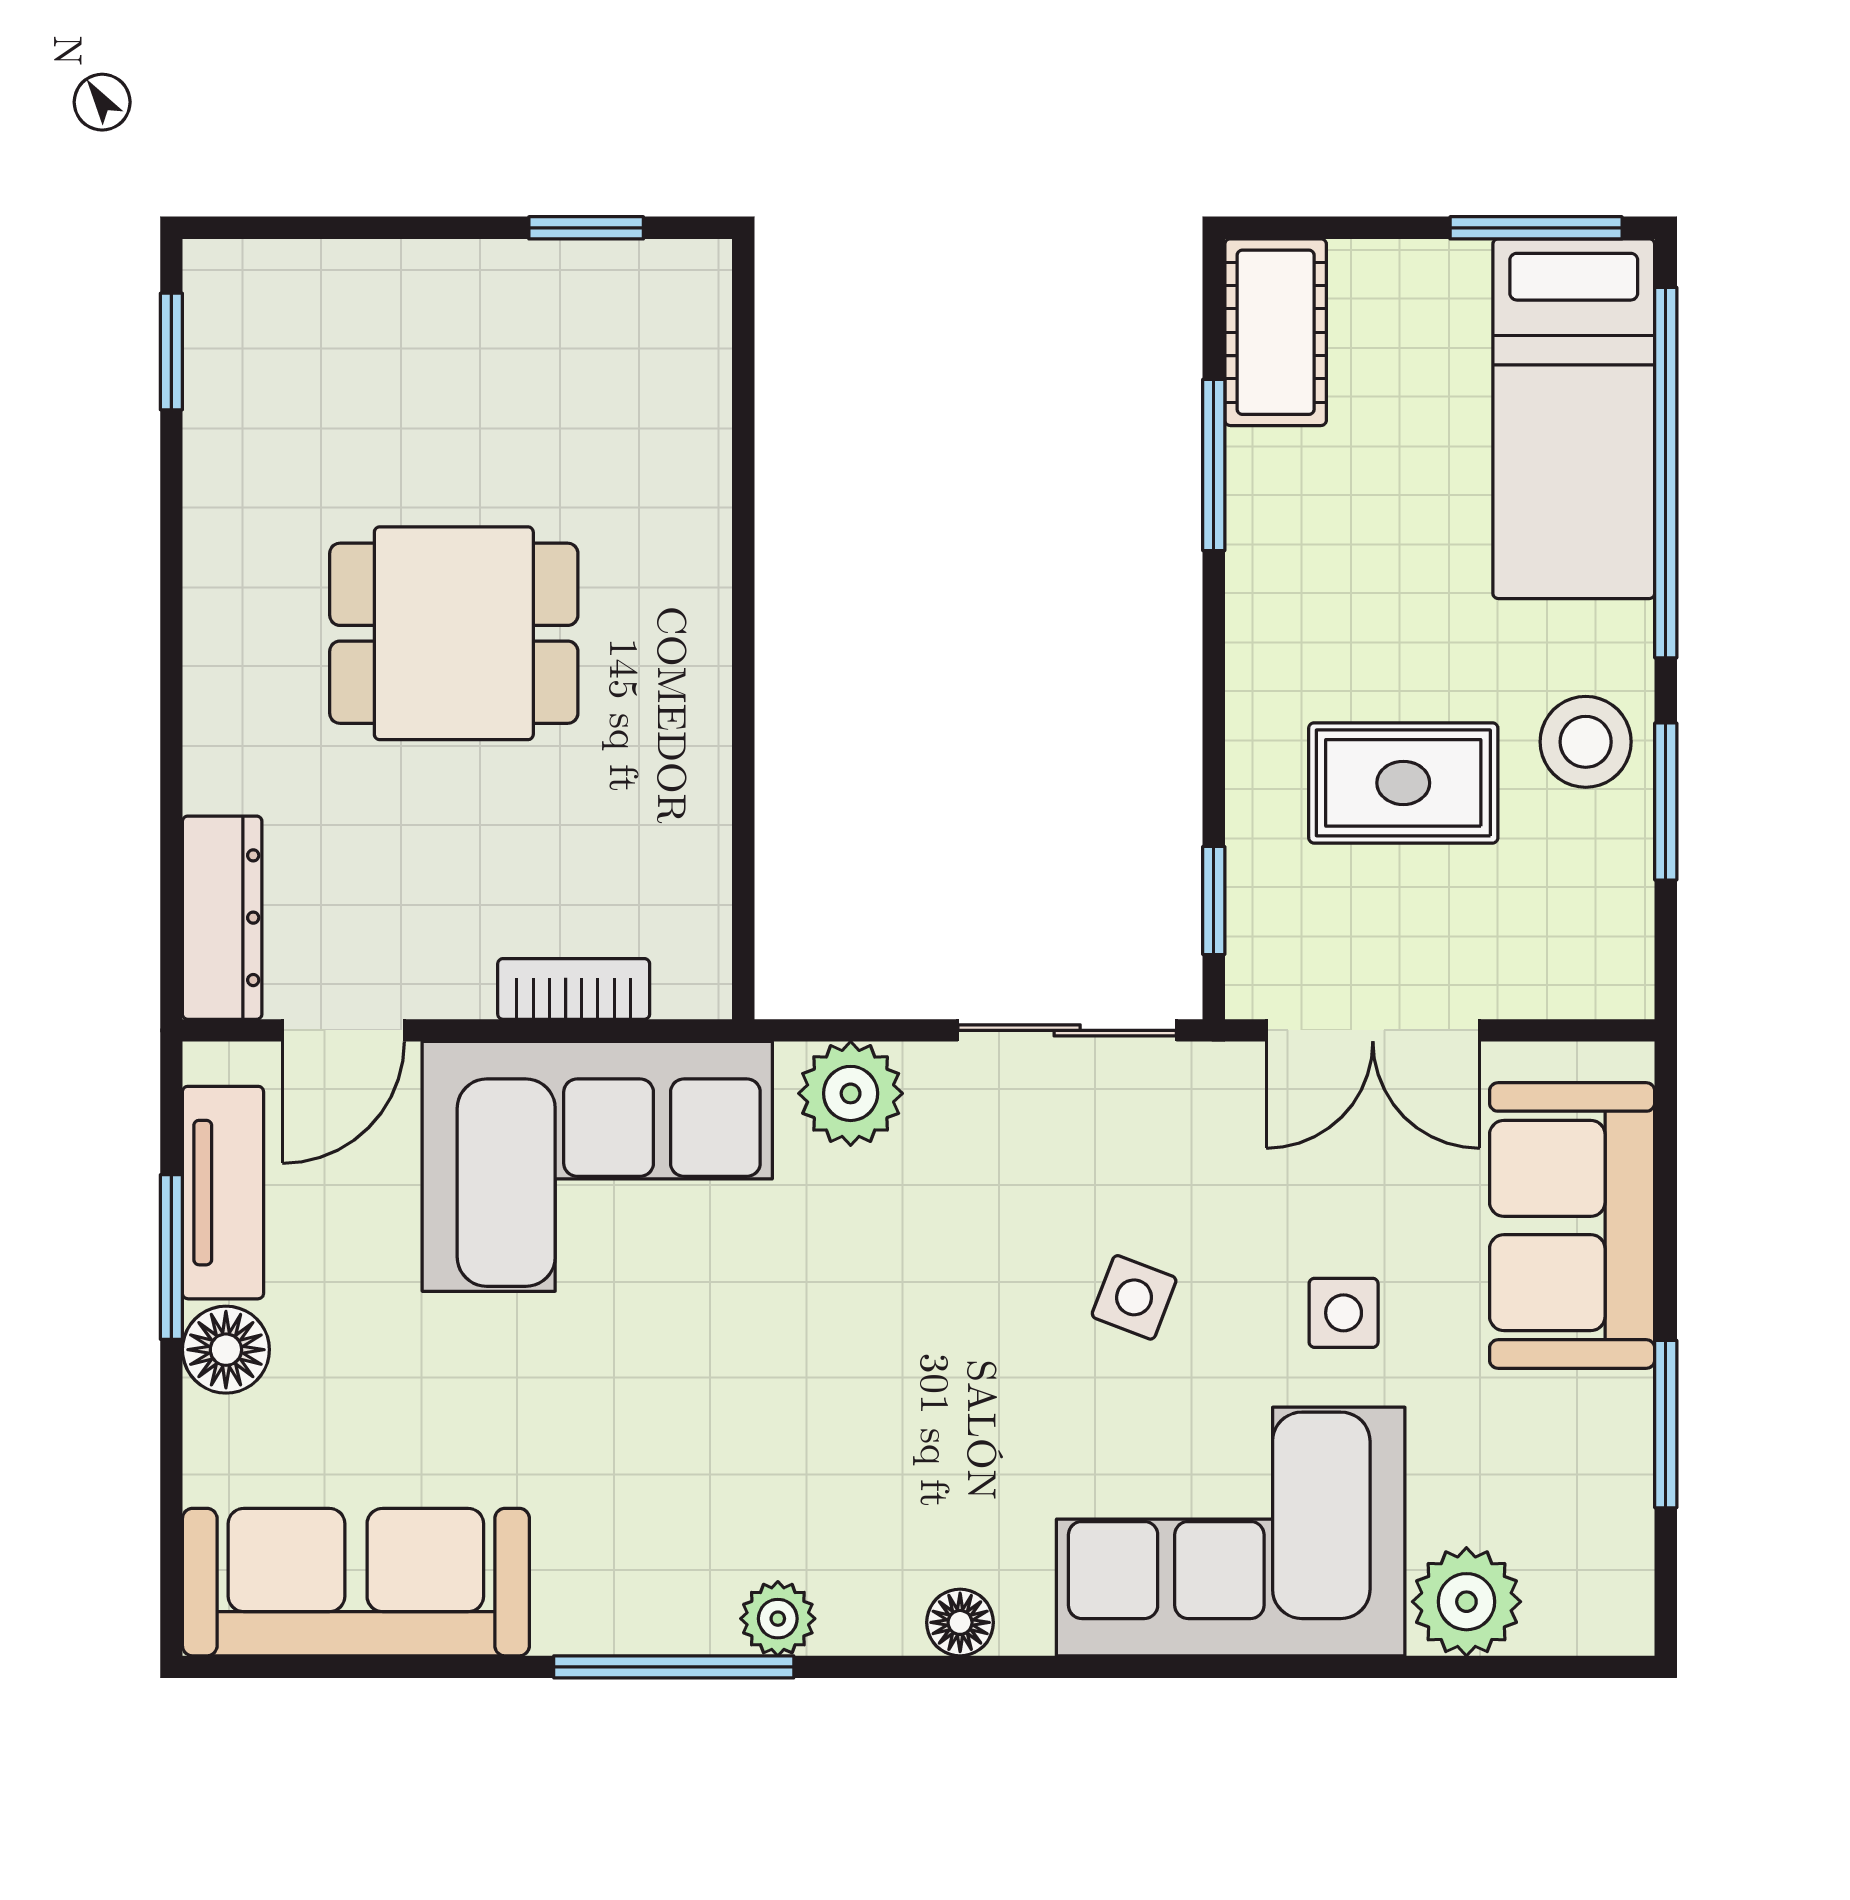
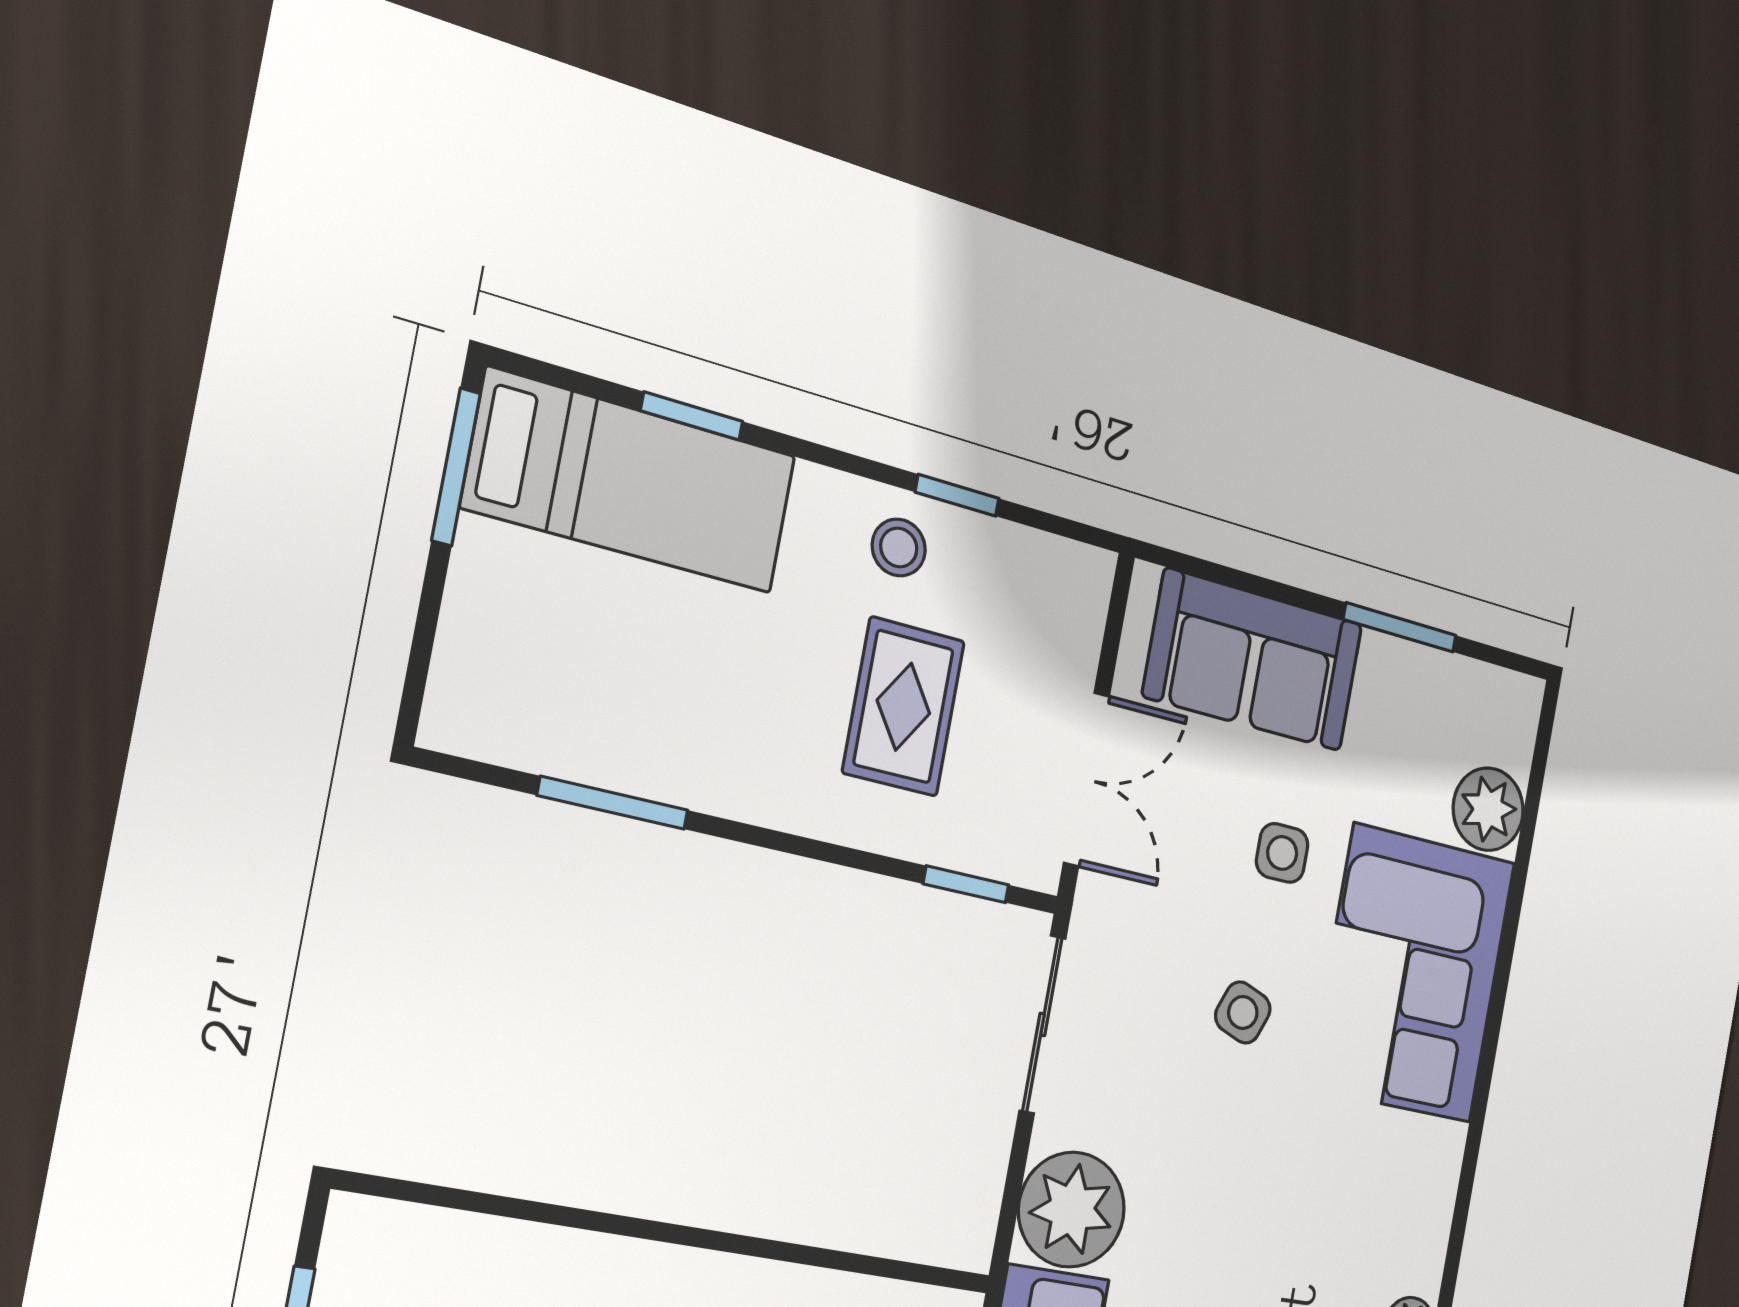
cot: (1276, 332) -> (507, 722), removed
window: (1666, 473) -> (692, 416), width x0.32
stool: (1586, 742) -> (899, 548), width x0.73, depth x0.73
window: (1666, 802) -> (957, 495), width x0.67
plant: (851, 1093) -> (1072, 1210), width x1.36, depth x1.36
floor lamp: (960, 1622) -> (1436, 1190), removed

